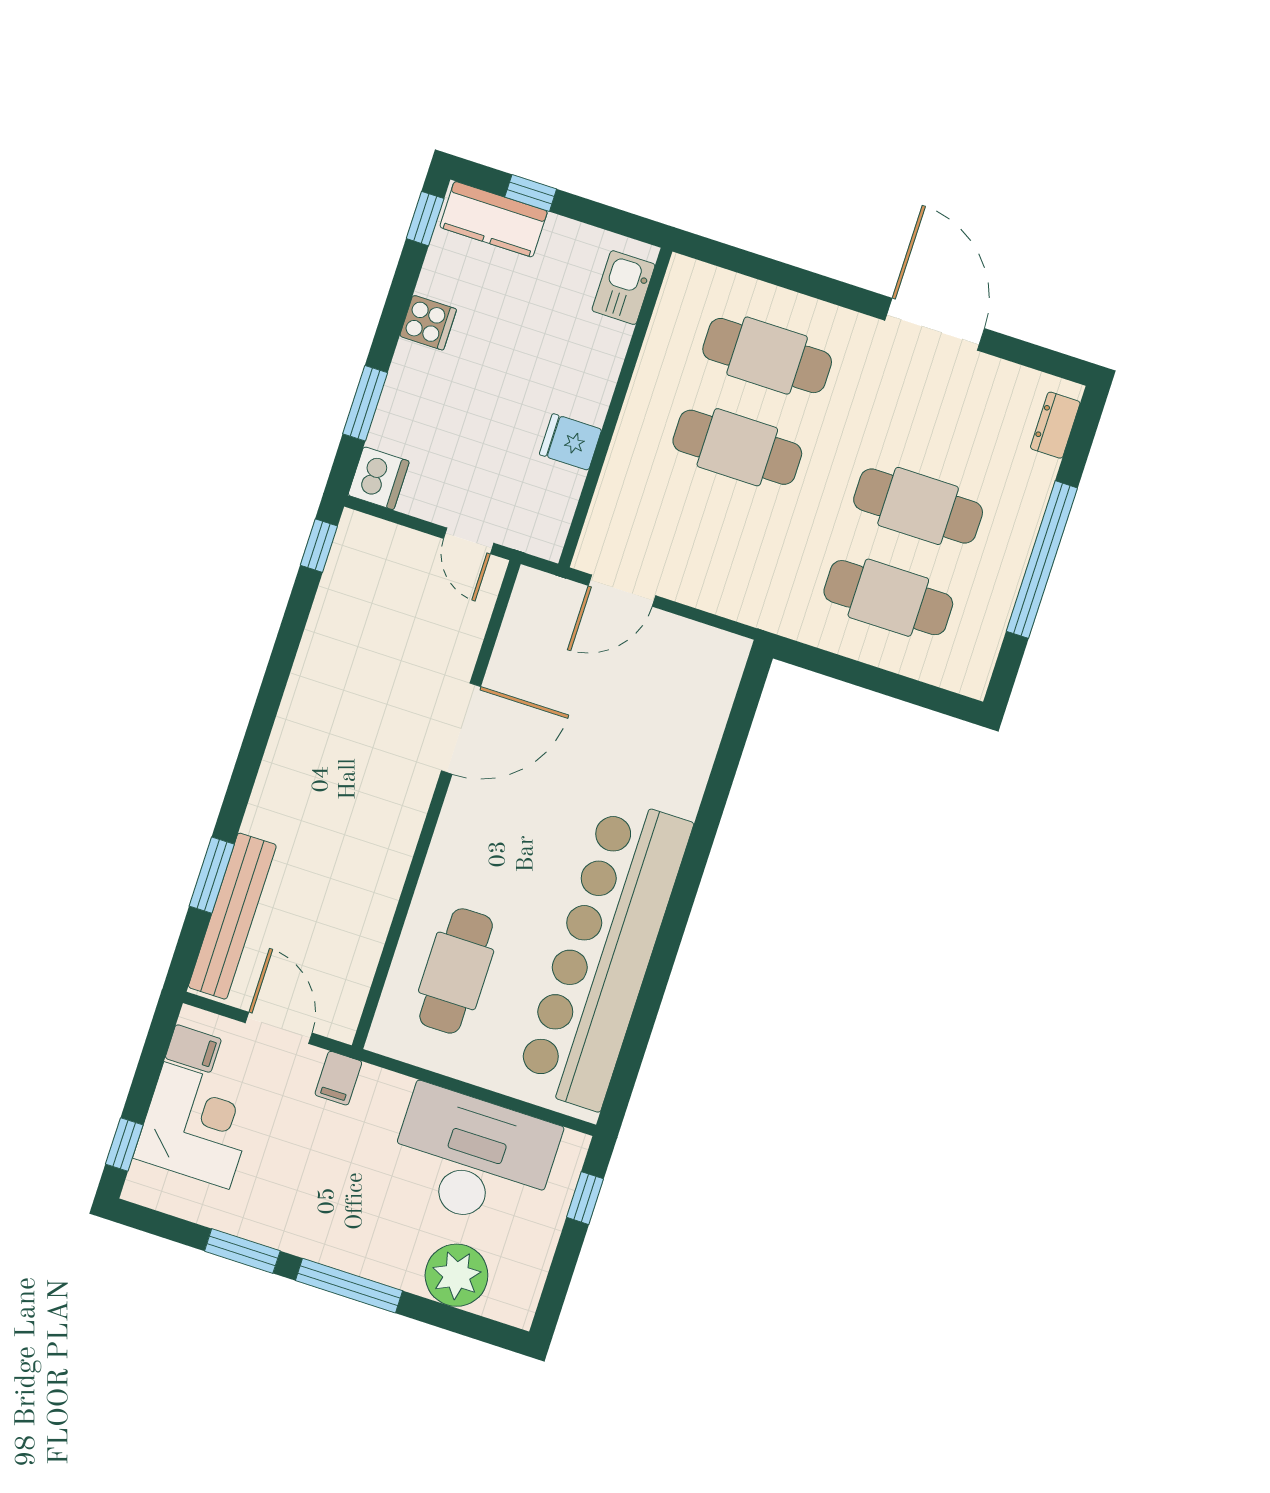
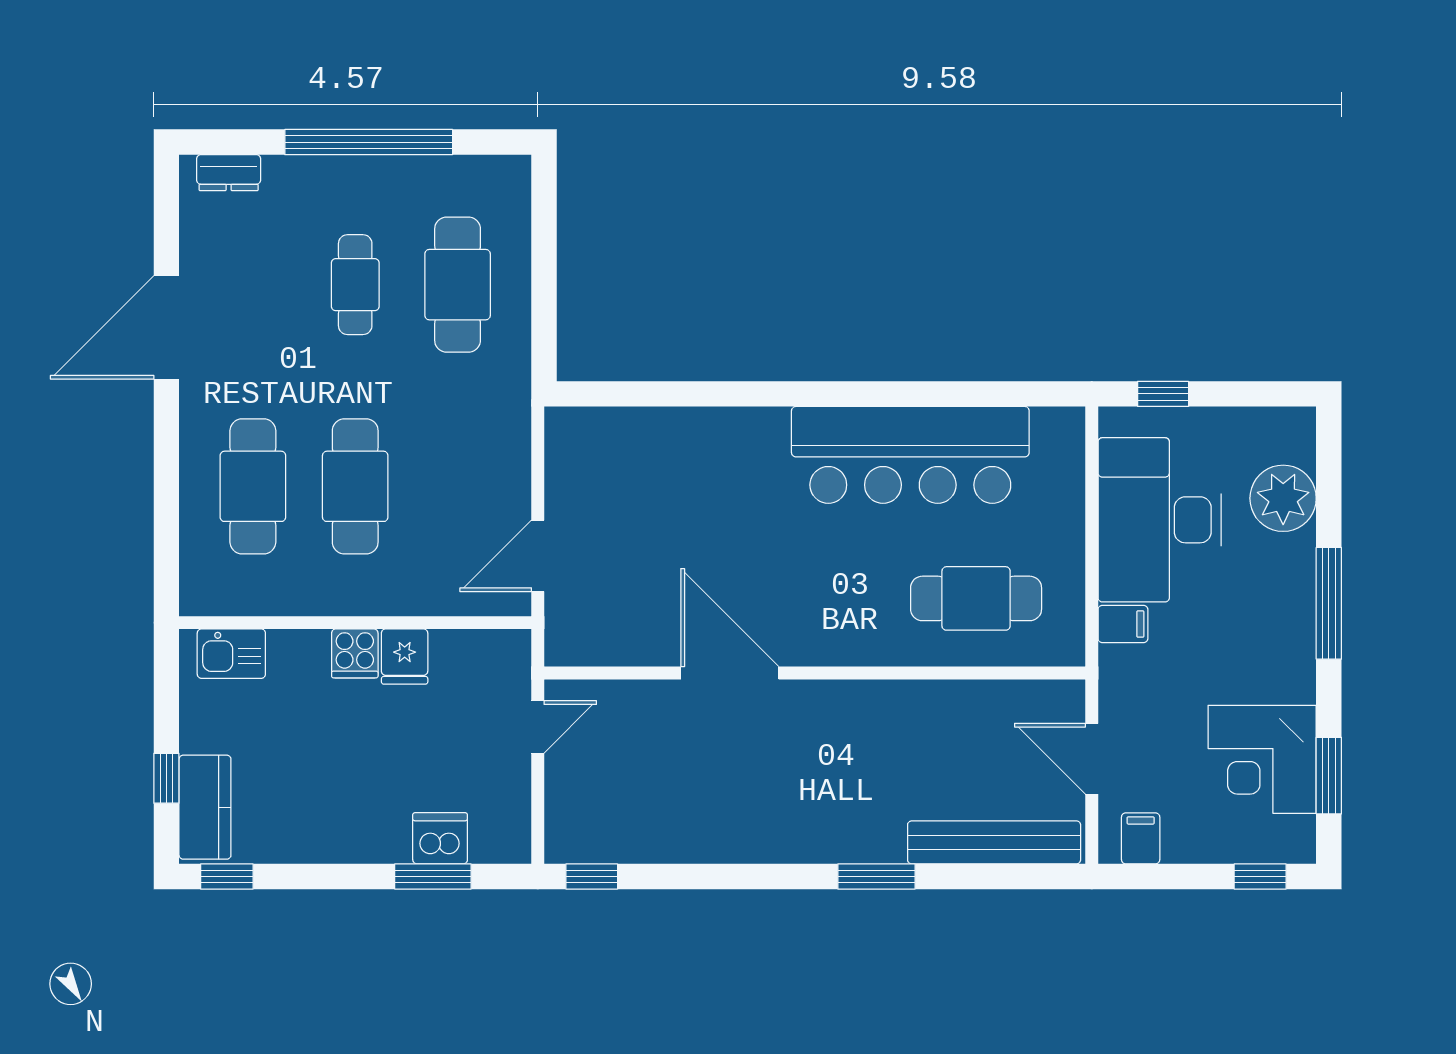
cooker: (428, 323) -> (355, 653), moved, turned 180
dishwasher: (379, 478) -> (440, 838), moved
cafe table: (918, 506) -> (355, 285), width x0.73, depth x0.74
door: (622, 591) -> (538, 556), swing flipped
window: (212, 875) -> (876, 876), moved
bar counter: (604, 954) -> (910, 455), width x0.73
door: (279, 1028) -> (1092, 759), hinge flipped
filing cabinet: (338, 1078) -> (1123, 624), moved
corner desk: (196, 1125) -> (1262, 759), moved, turned -90
window: (242, 1251) -> (1329, 776), moved

